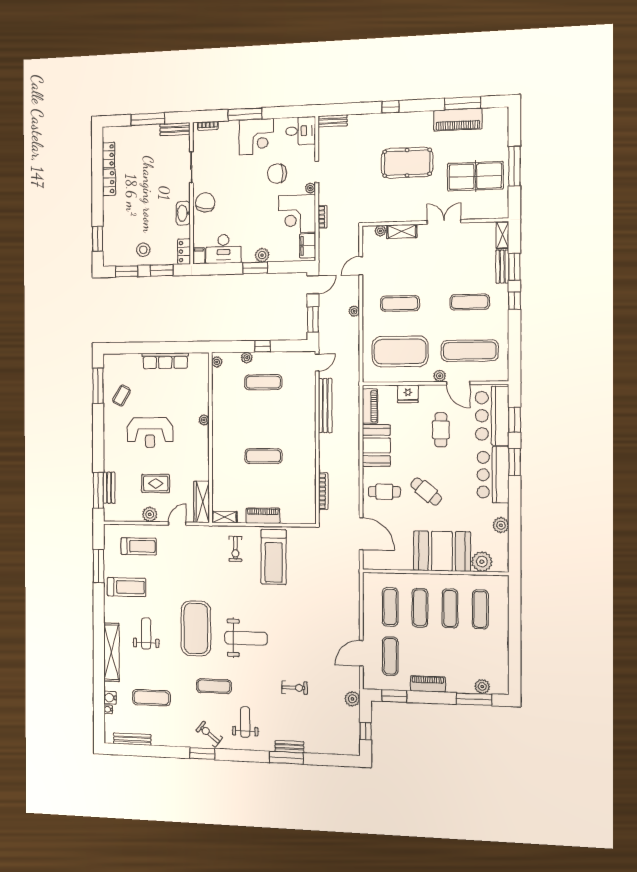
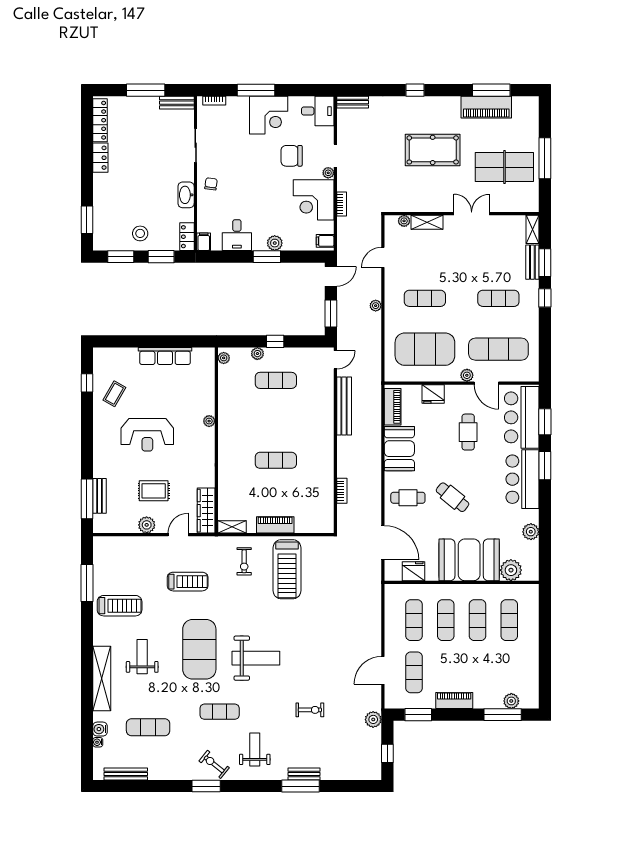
locker: (109, 155) -> (100, 120), width x1.53
chair: (205, 202) -> (211, 184), width x0.54, depth x0.54
filing cabinet: (308, 246) -> (325, 241), width x0.50
desk: (223, 249) -> (237, 235), width x0.73
window: (98, 386) -> (87, 383), width x0.46
bookcase: (323, 491) -> (342, 491), width x0.64
treadmill: (139, 546) -> (188, 582), moved
fridge: (390, 561) -> (413, 571), added

